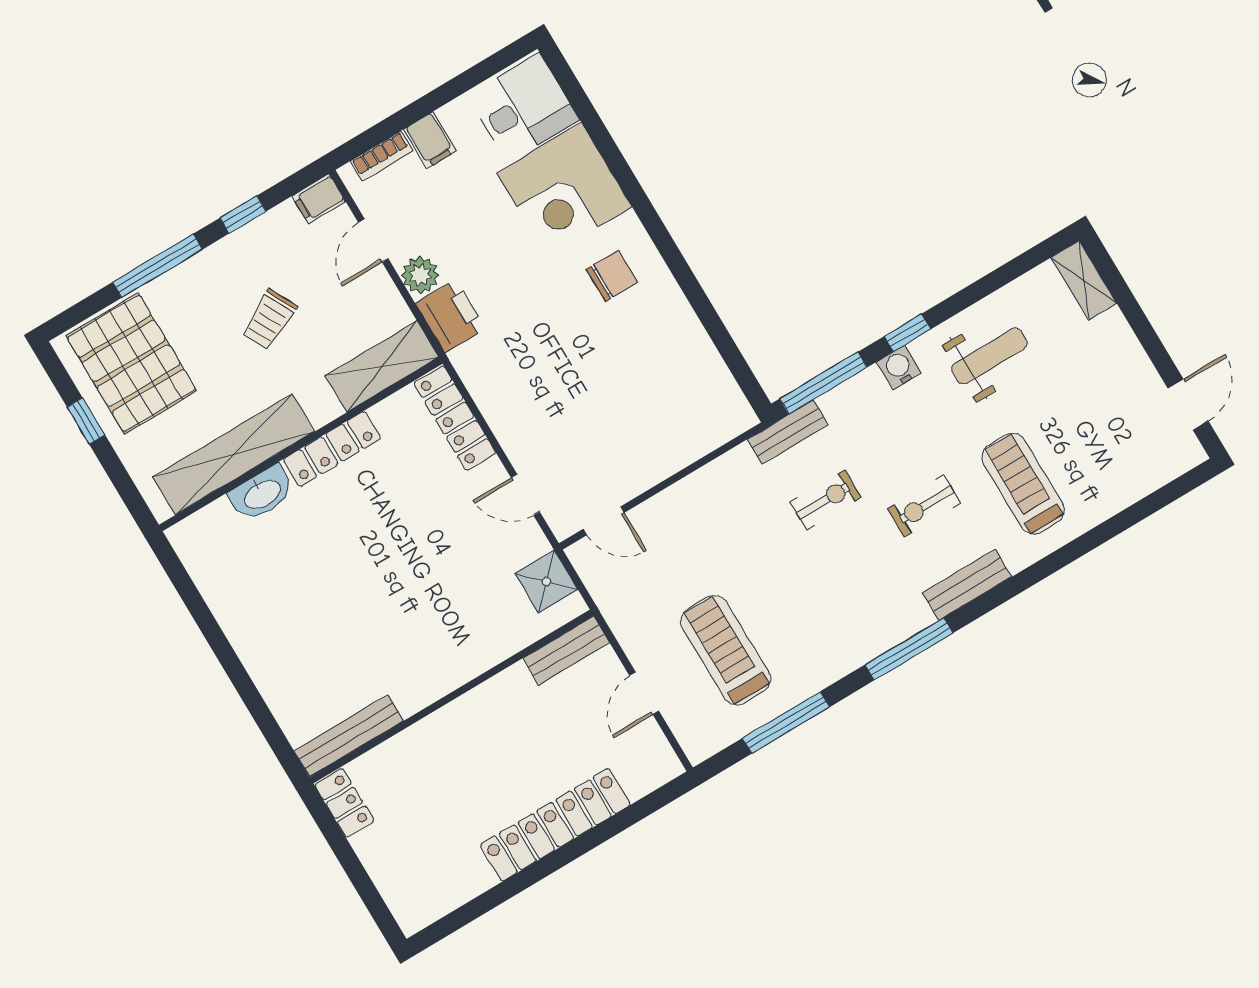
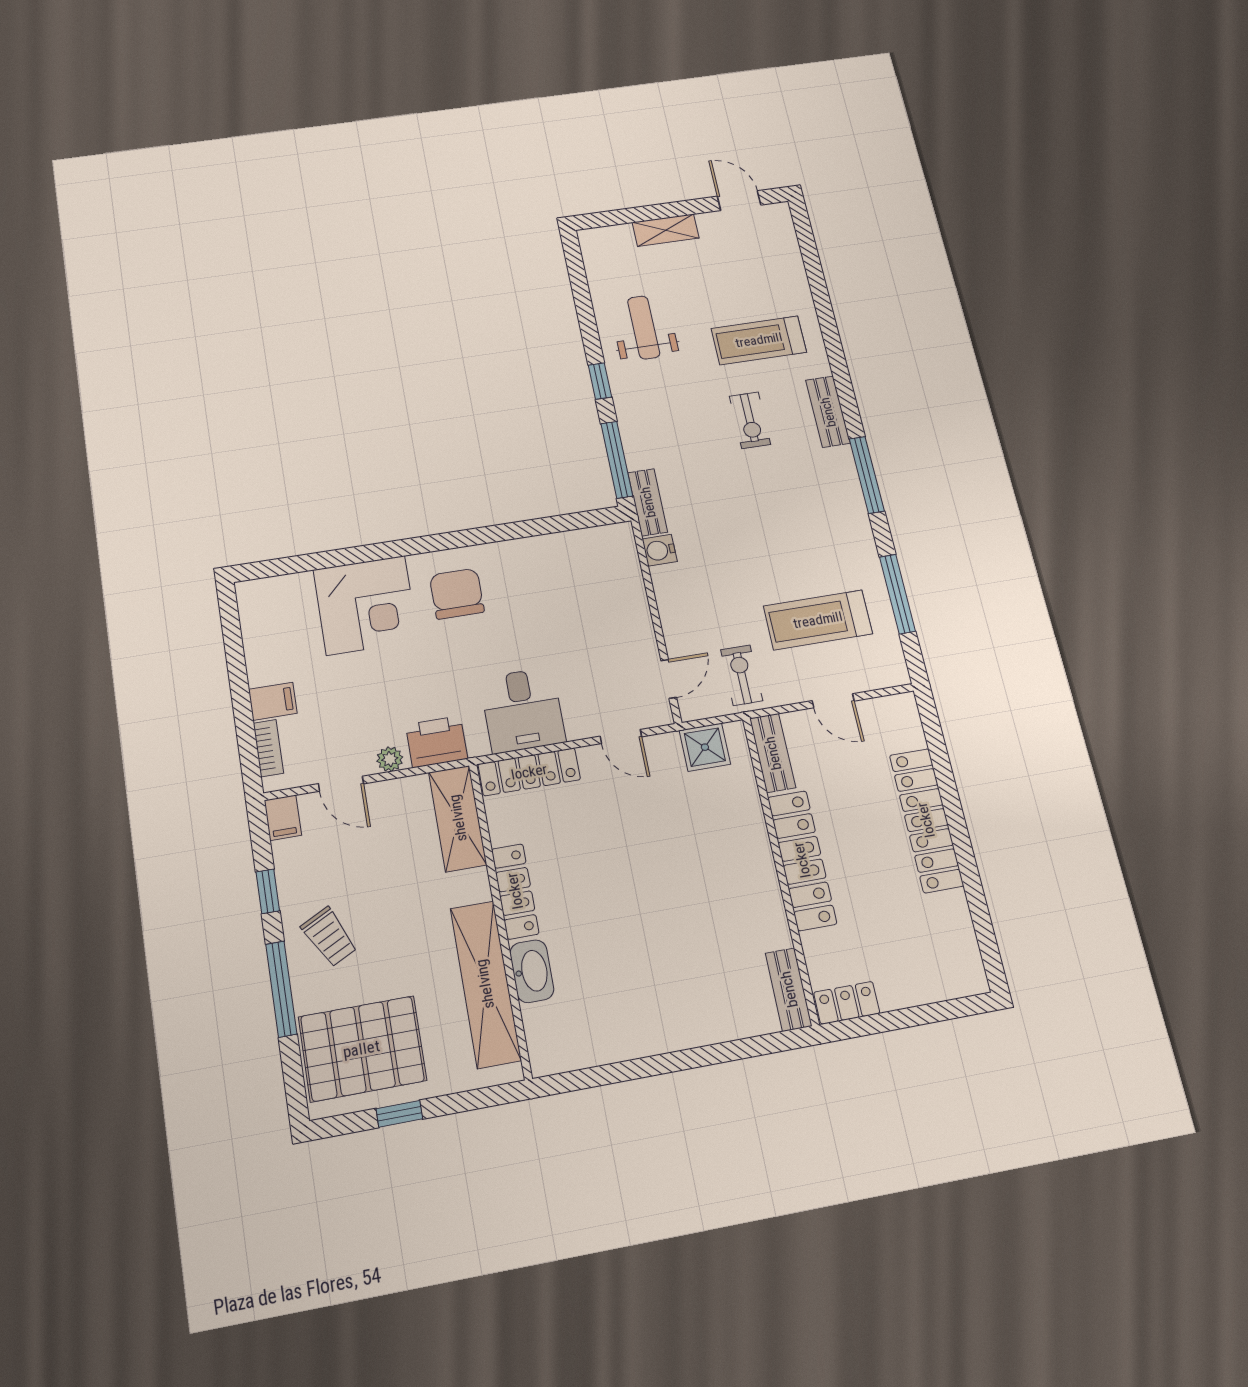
desk: (523, 108) -> (523, 710), moved, turned 180
plant: (420, 275) -> (390, 759), width x0.73, depth x0.73
chair: (612, 276) -> (457, 594), width x1.37, depth x1.37
shelving: (1084, 280) -> (666, 230), moved
trolley: (269, 320) -> (329, 937), moved
water cooler: (899, 367) -> (660, 550), moved
door: (525, 495) -> (621, 737), hinge flipped
exercise bike: (826, 500) -> (742, 675), moved
locker: (468, 715) -> (802, 860), added
bench: (349, 736) -> (789, 989), width x0.73

